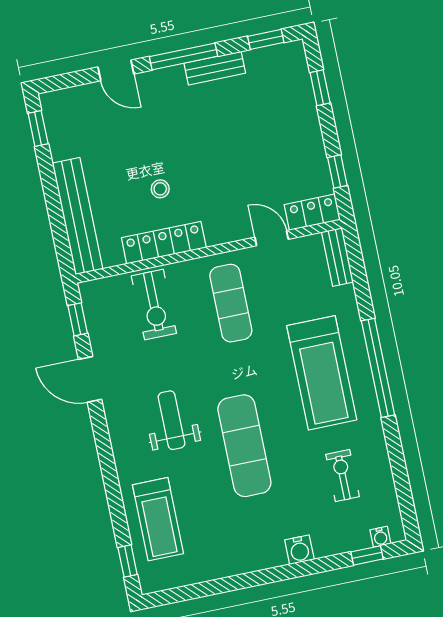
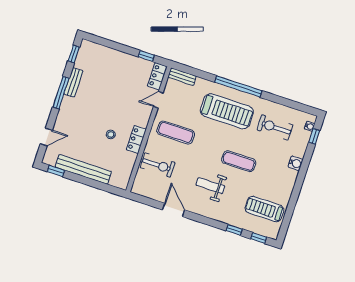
door: (116, 70) -> (46, 137), moved
window: (320, 88) -> (107, 43), removed
bench: (78, 216) -> (83, 169), moved
locker: (164, 243) -> (136, 139), width x0.66
window: (78, 319) -> (234, 230), moved
door: (90, 379) -> (174, 210), swing flipped
exercise mat: (244, 446) -> (239, 161), width x0.73, depth x0.69
exercise bike: (343, 476) -> (275, 127), width x1.38, depth x1.39
treadmill: (158, 519) -> (264, 209), moved, turned 180

